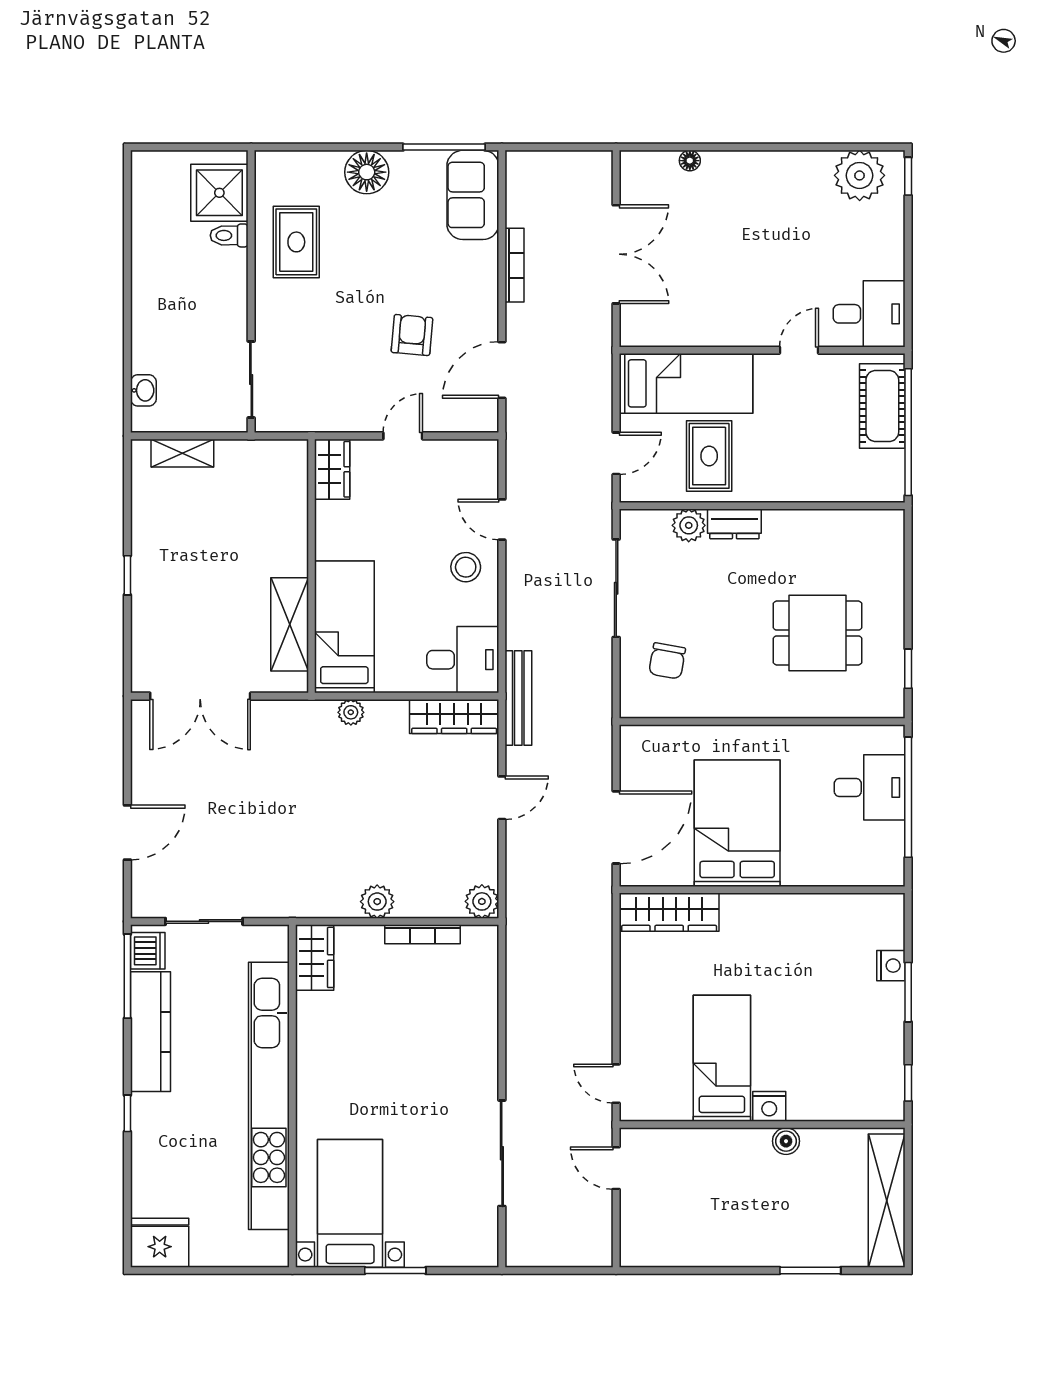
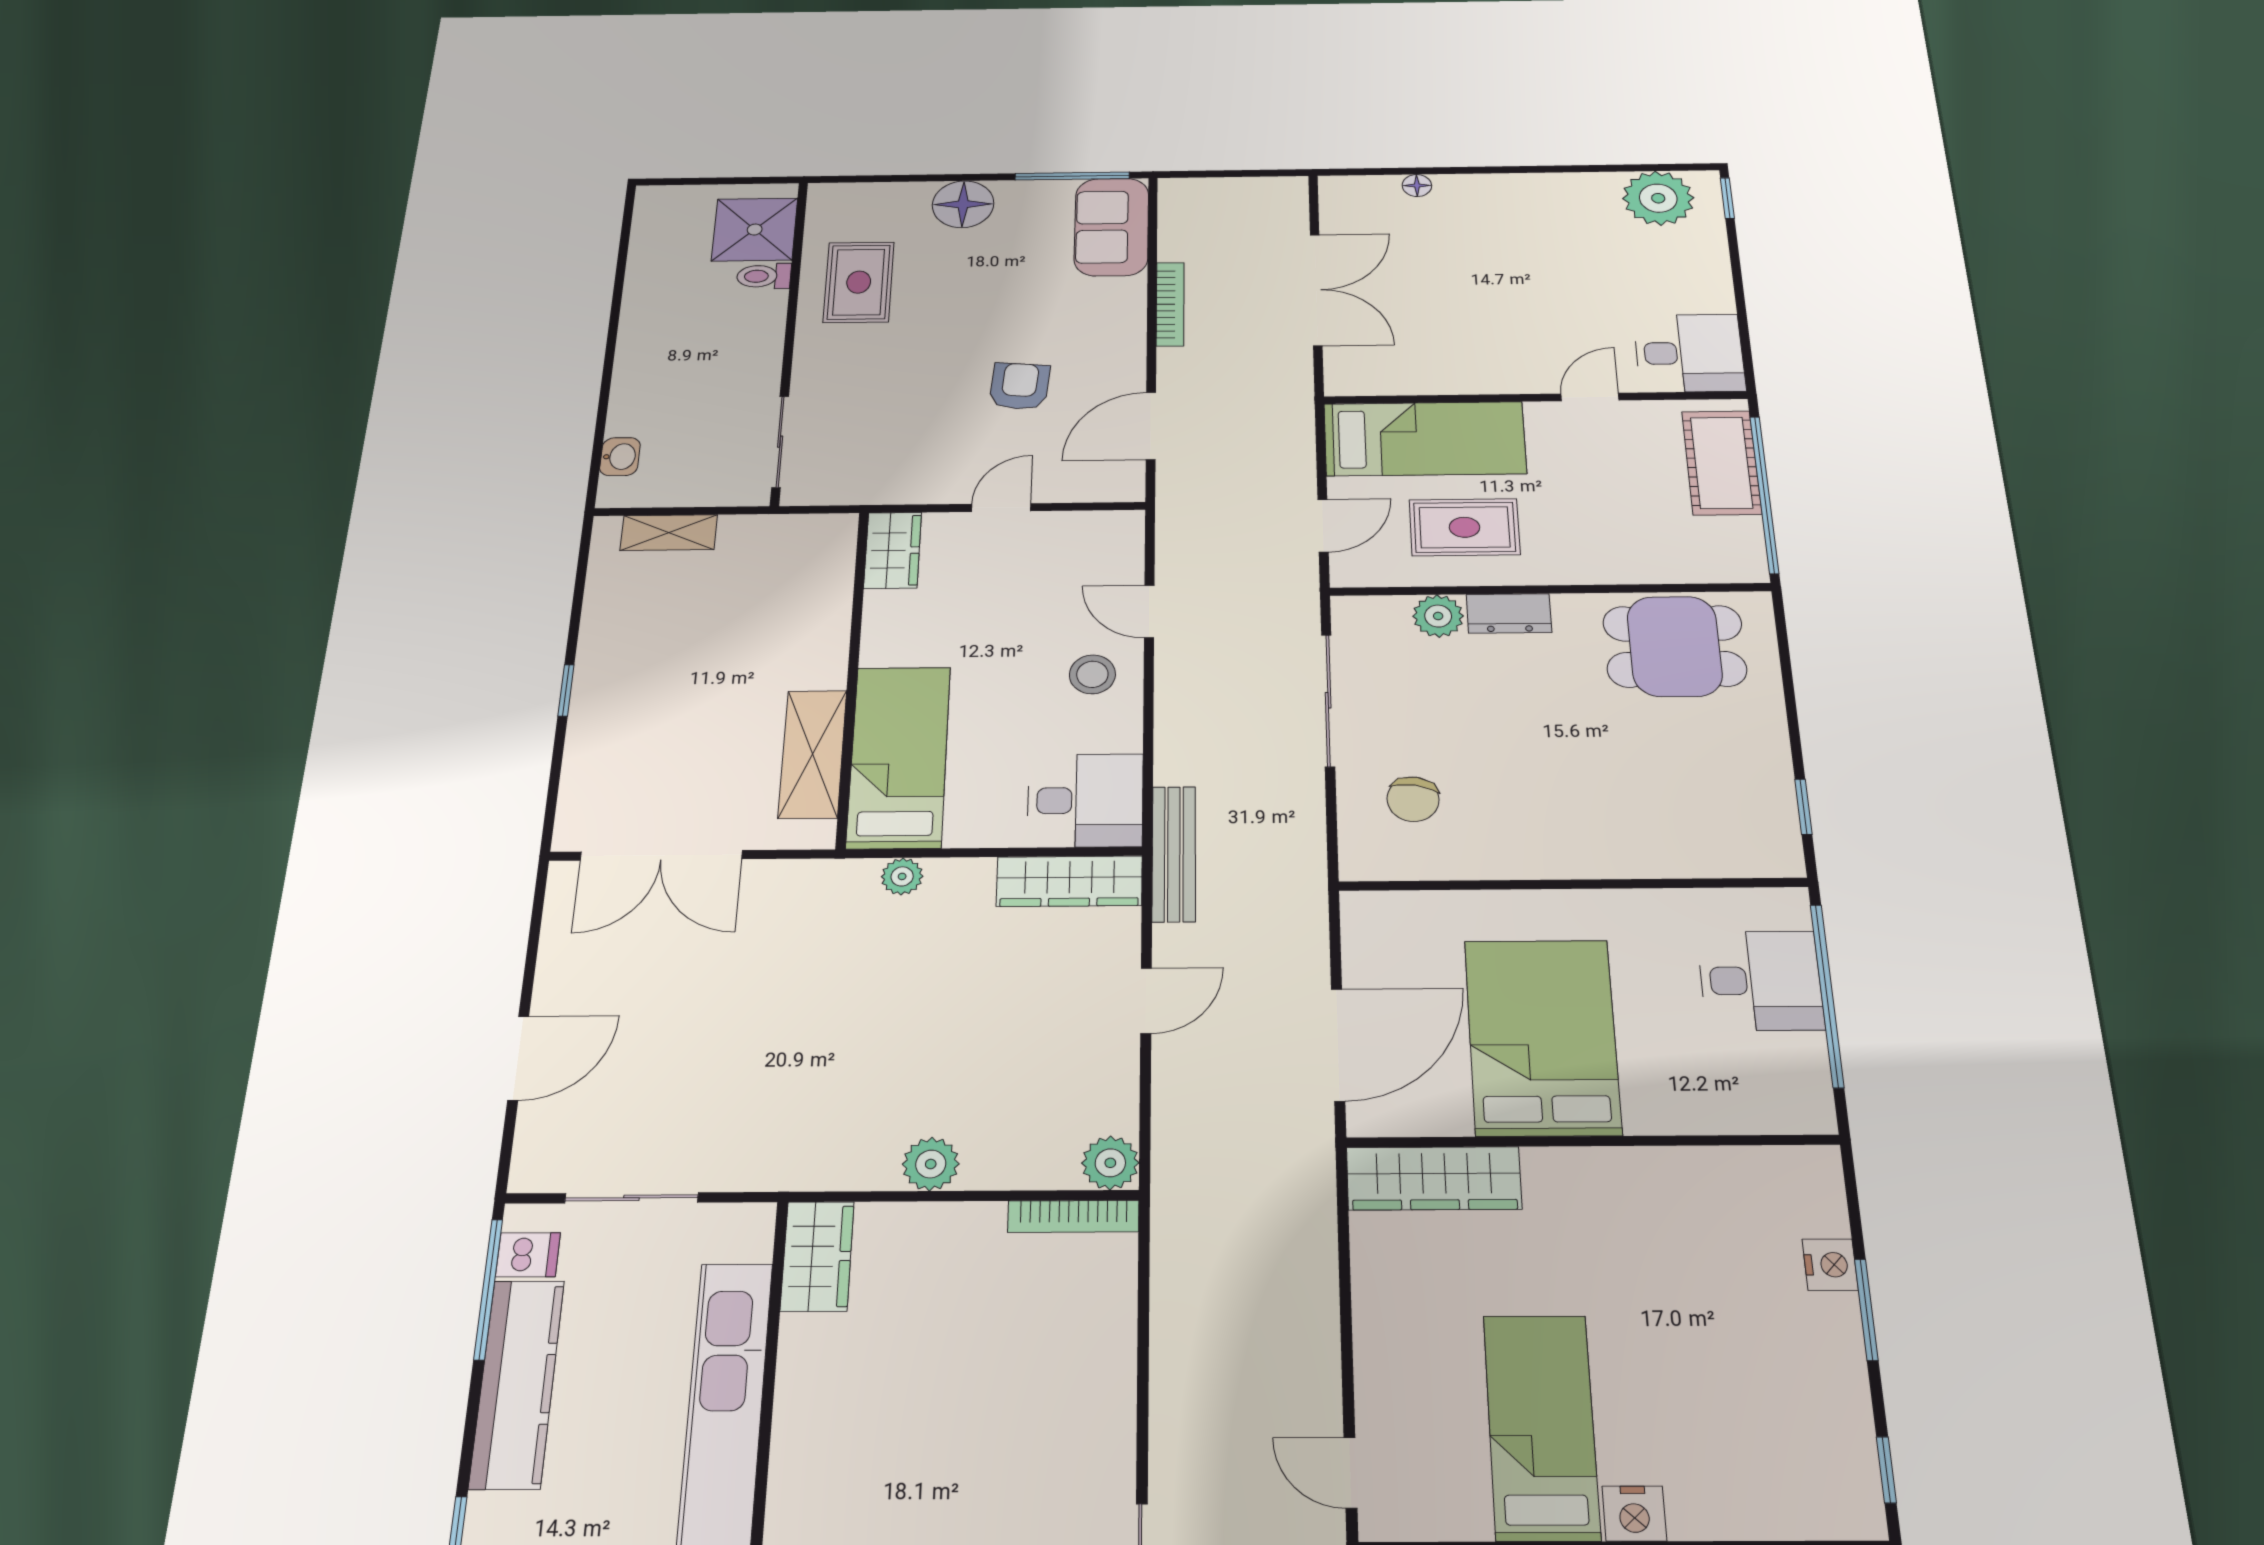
rug: (709, 456) -> (1464, 527), turned 90
dining table: (818, 633) -> (1675, 646), moved
bookcase: (422, 934) -> (1073, 1216), moved
dishwasher: (148, 951) -> (528, 1255), width x0.73

